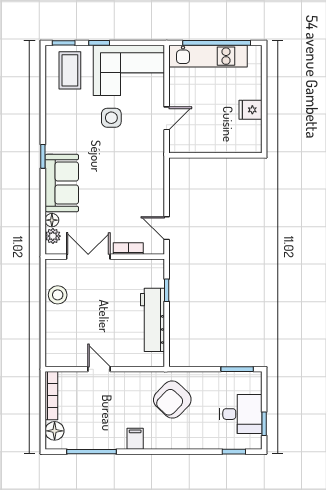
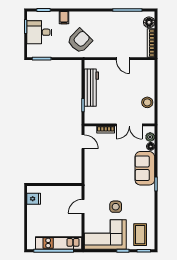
fridge: (250, 110) -> (34, 199), moved
filing cabinet: (135, 439) -> (64, 18), moved

